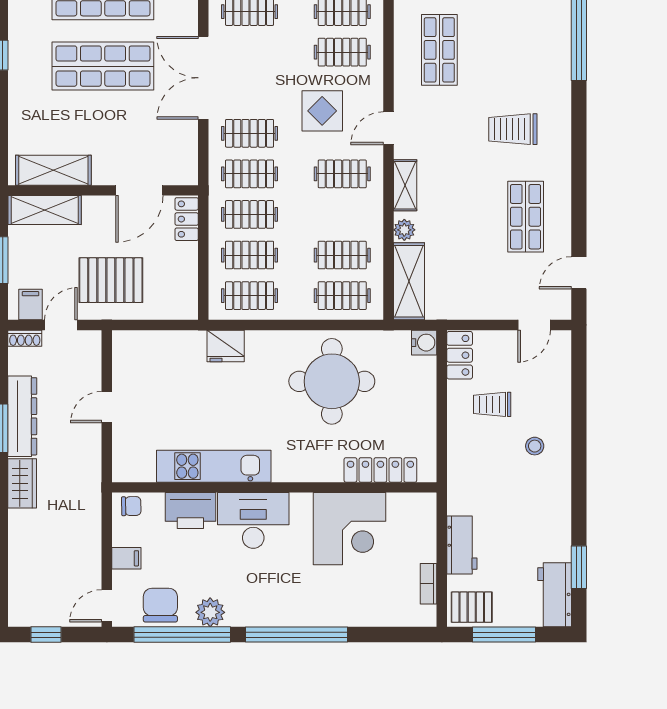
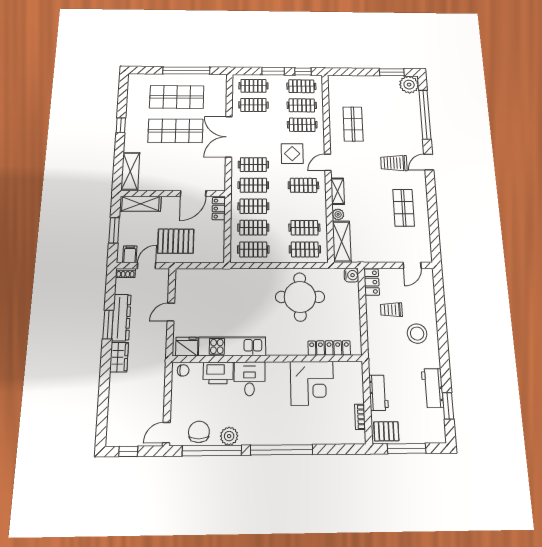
shelving: (53, 170) -> (130, 171), moved, turned 90
door: (579, 273) -> (429, 162), moved
fridge: (226, 346) -> (187, 347), moved, turned 180
stool: (535, 446) -> (417, 334), width x1.89, depth x1.89
desk: (253, 520) -> (249, 379), width x0.73
filing cabinet: (126, 558) -> (179, 403), removed
workbench: (555, 595) -> (432, 388), moved

